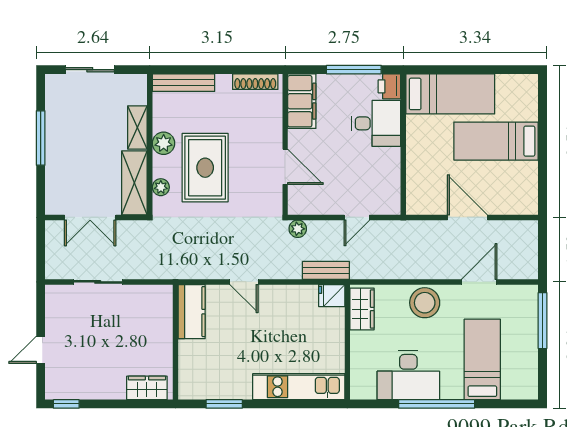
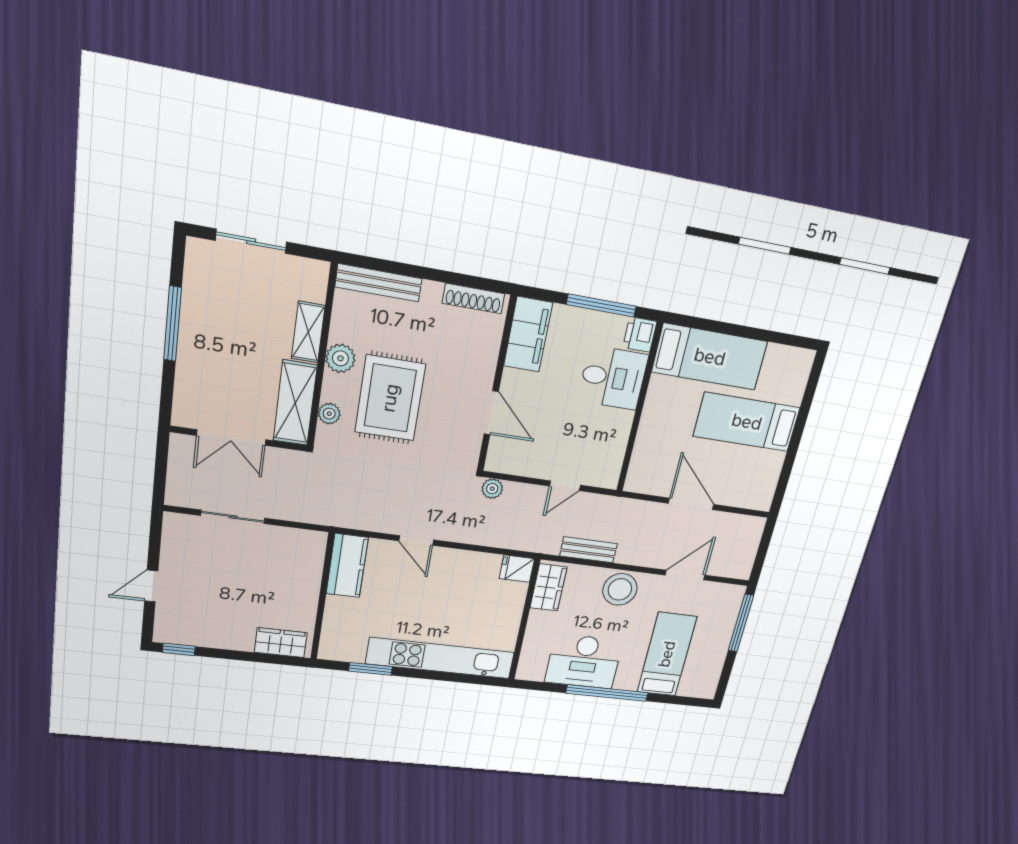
bench: (326, 270) -> (589, 550), moved
kitchen unit: (299, 387) -> (440, 658), width x1.36

